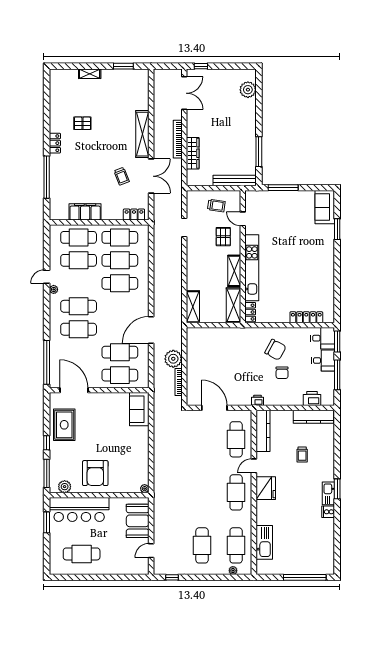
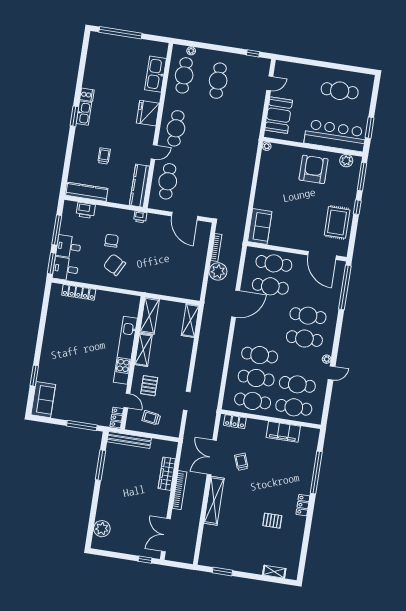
shelving: (90, 74) -> (274, 572), moved
locker: (250, 312) -> (117, 418), moved
fridge: (266, 488) -> (148, 113), moved

